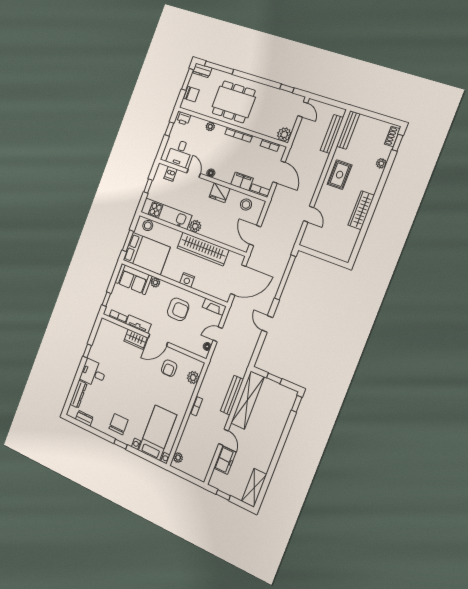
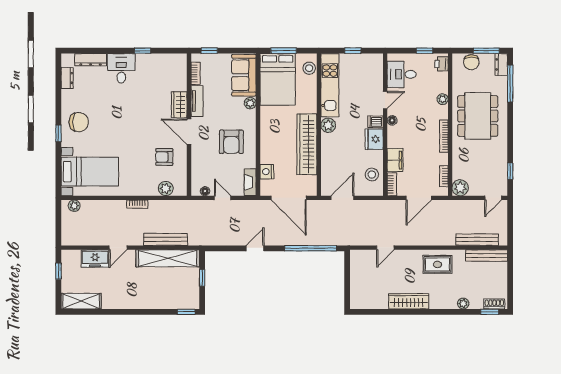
dishwasher: (170, 174) -> (375, 122), moved
nightstand: (187, 280) -> (267, 172), moved

